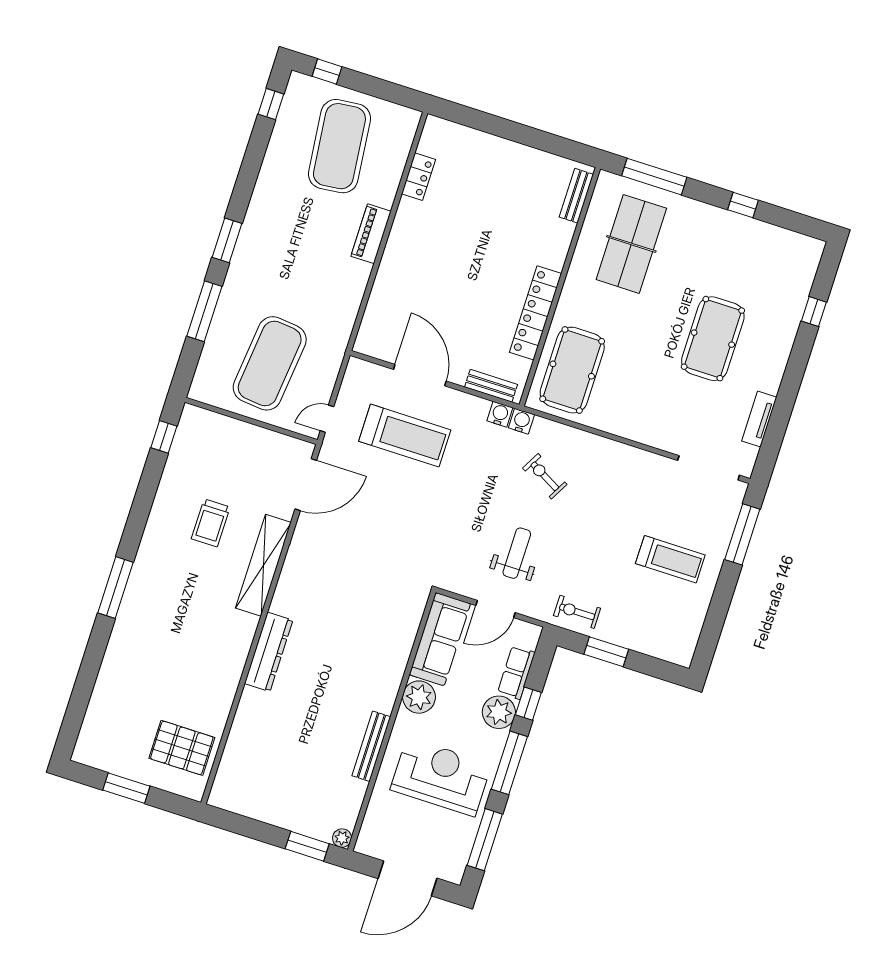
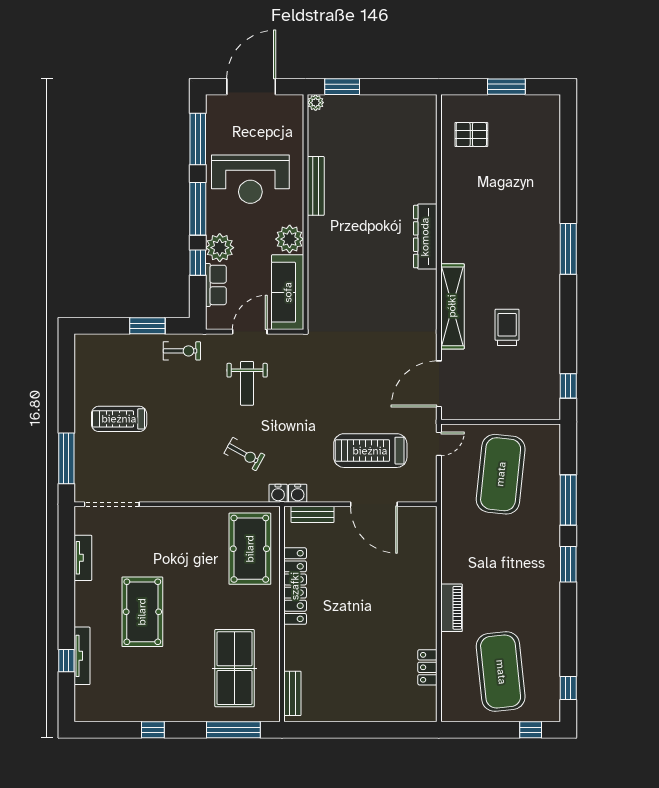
tv unit: (795, 311) -> (82, 656), added
pallet: (182, 748) -> (471, 134), width x0.67, depth x0.71

